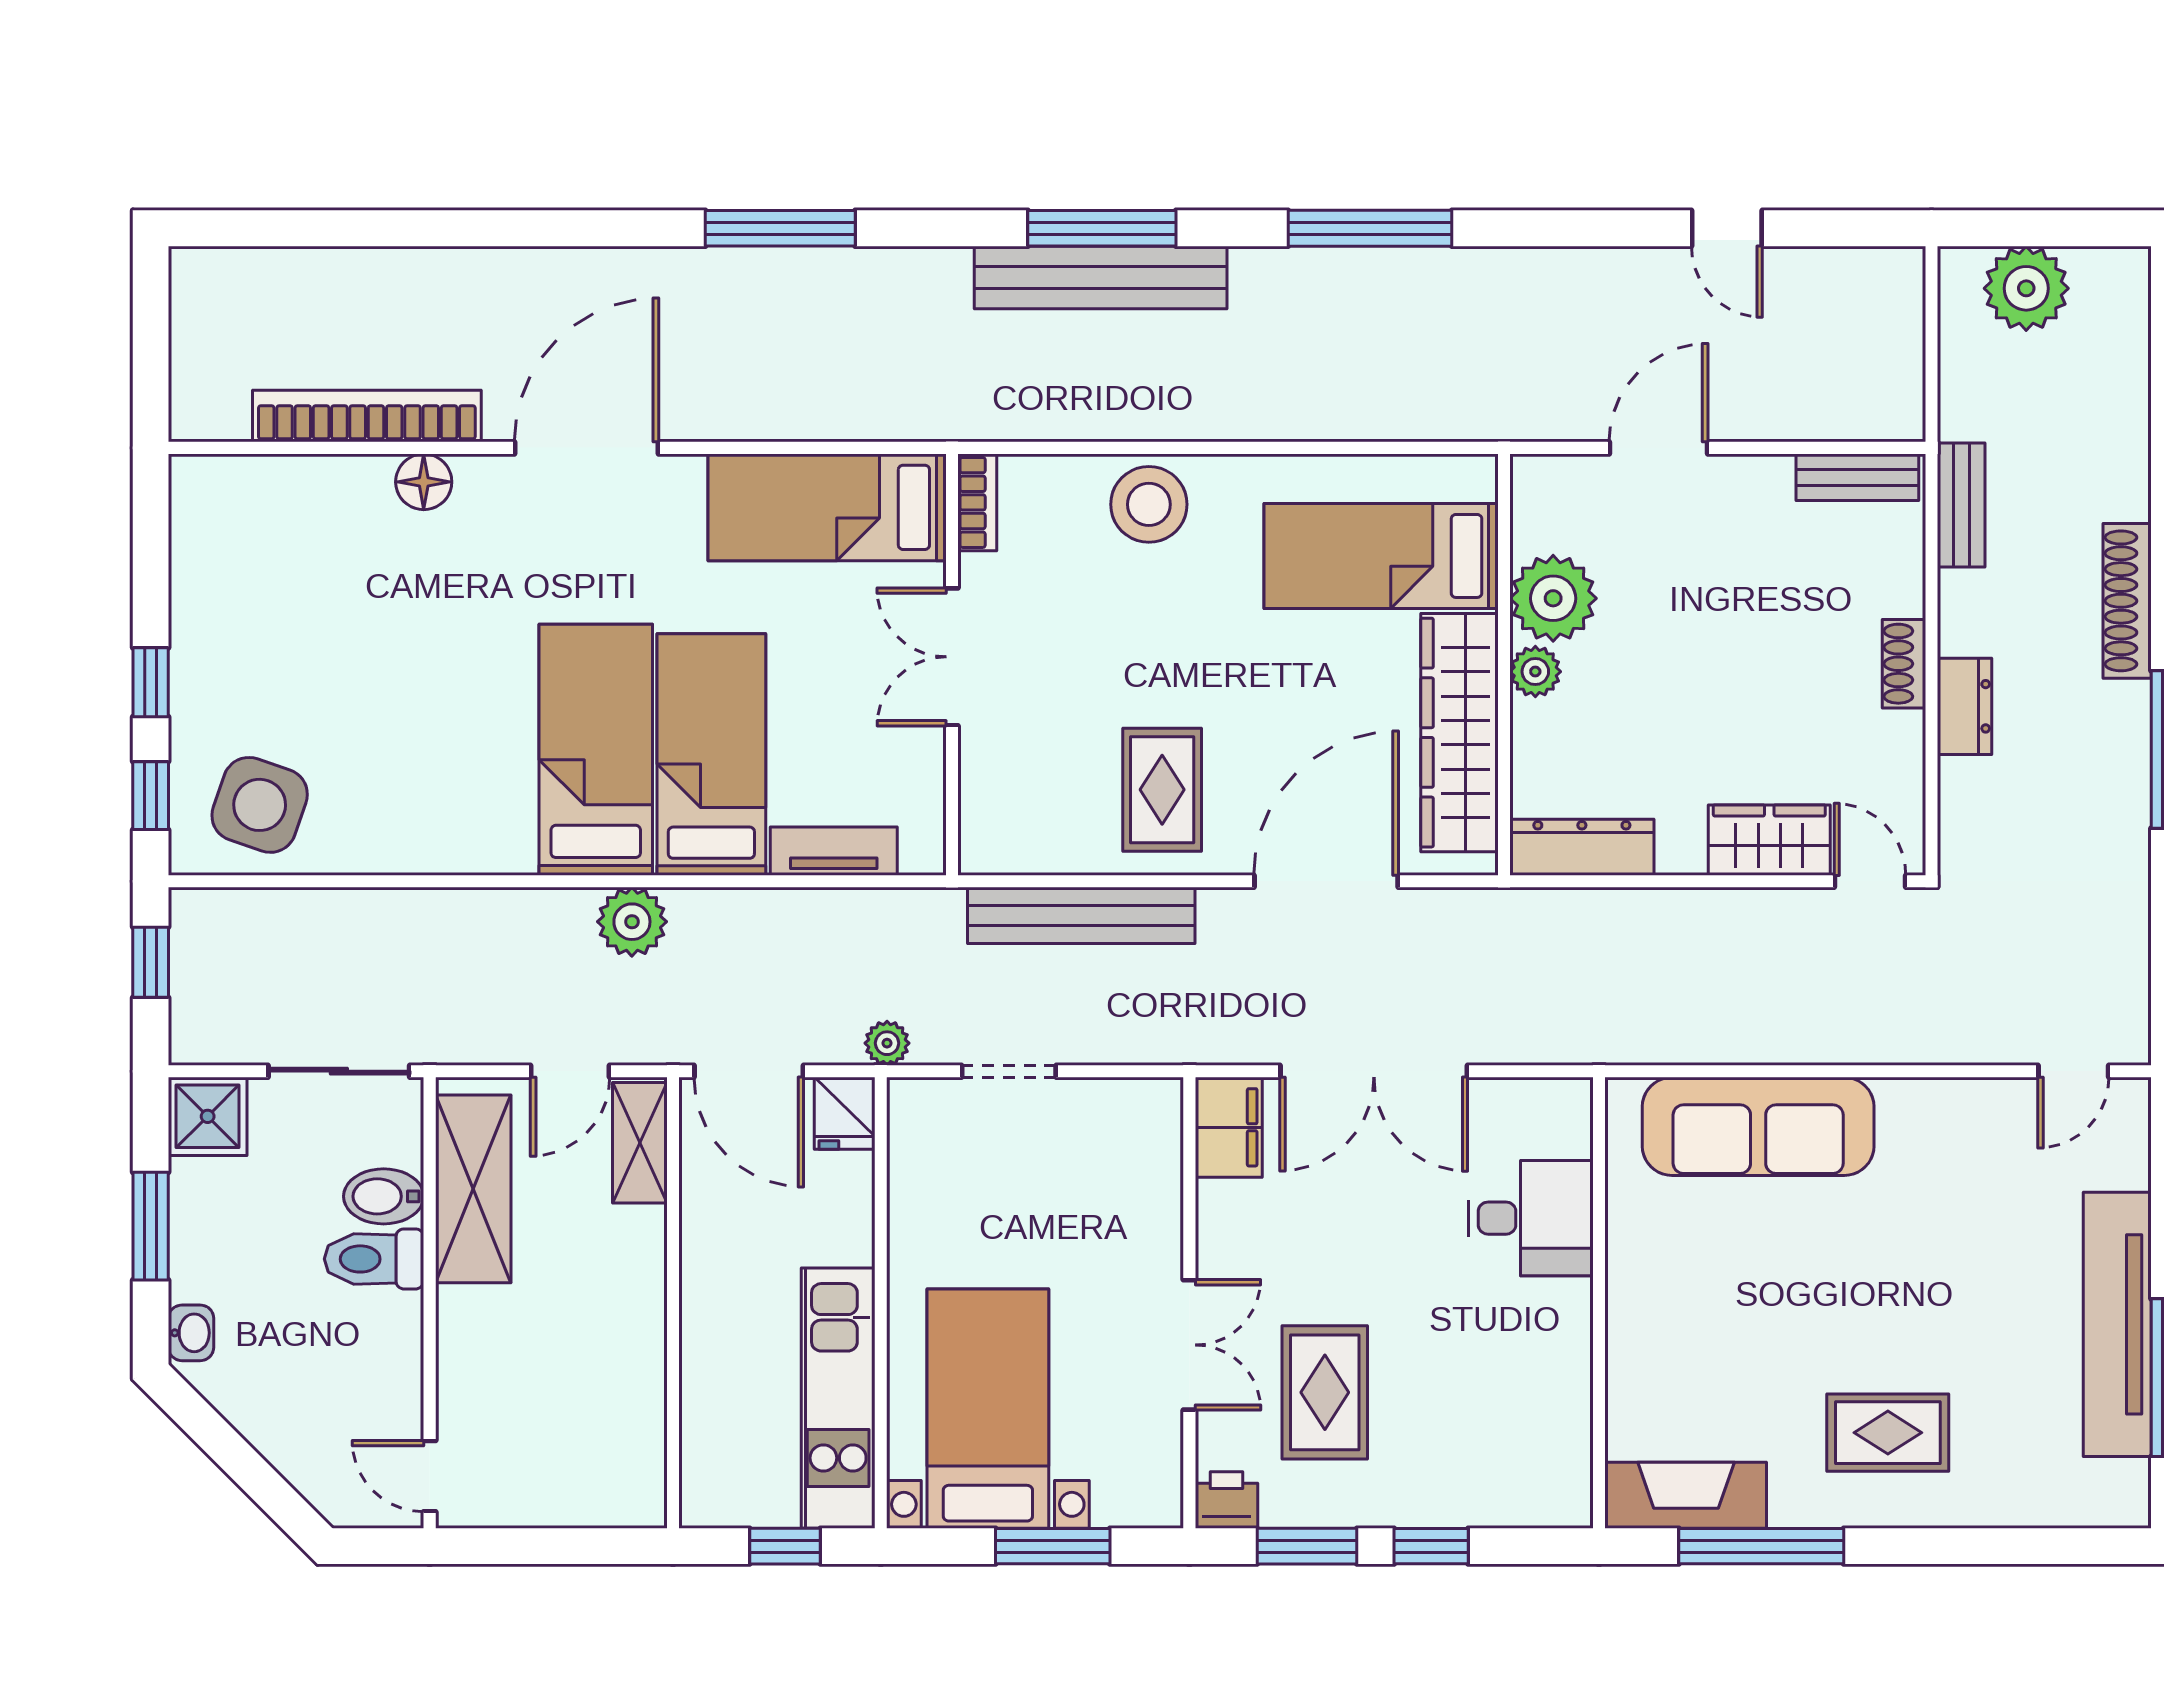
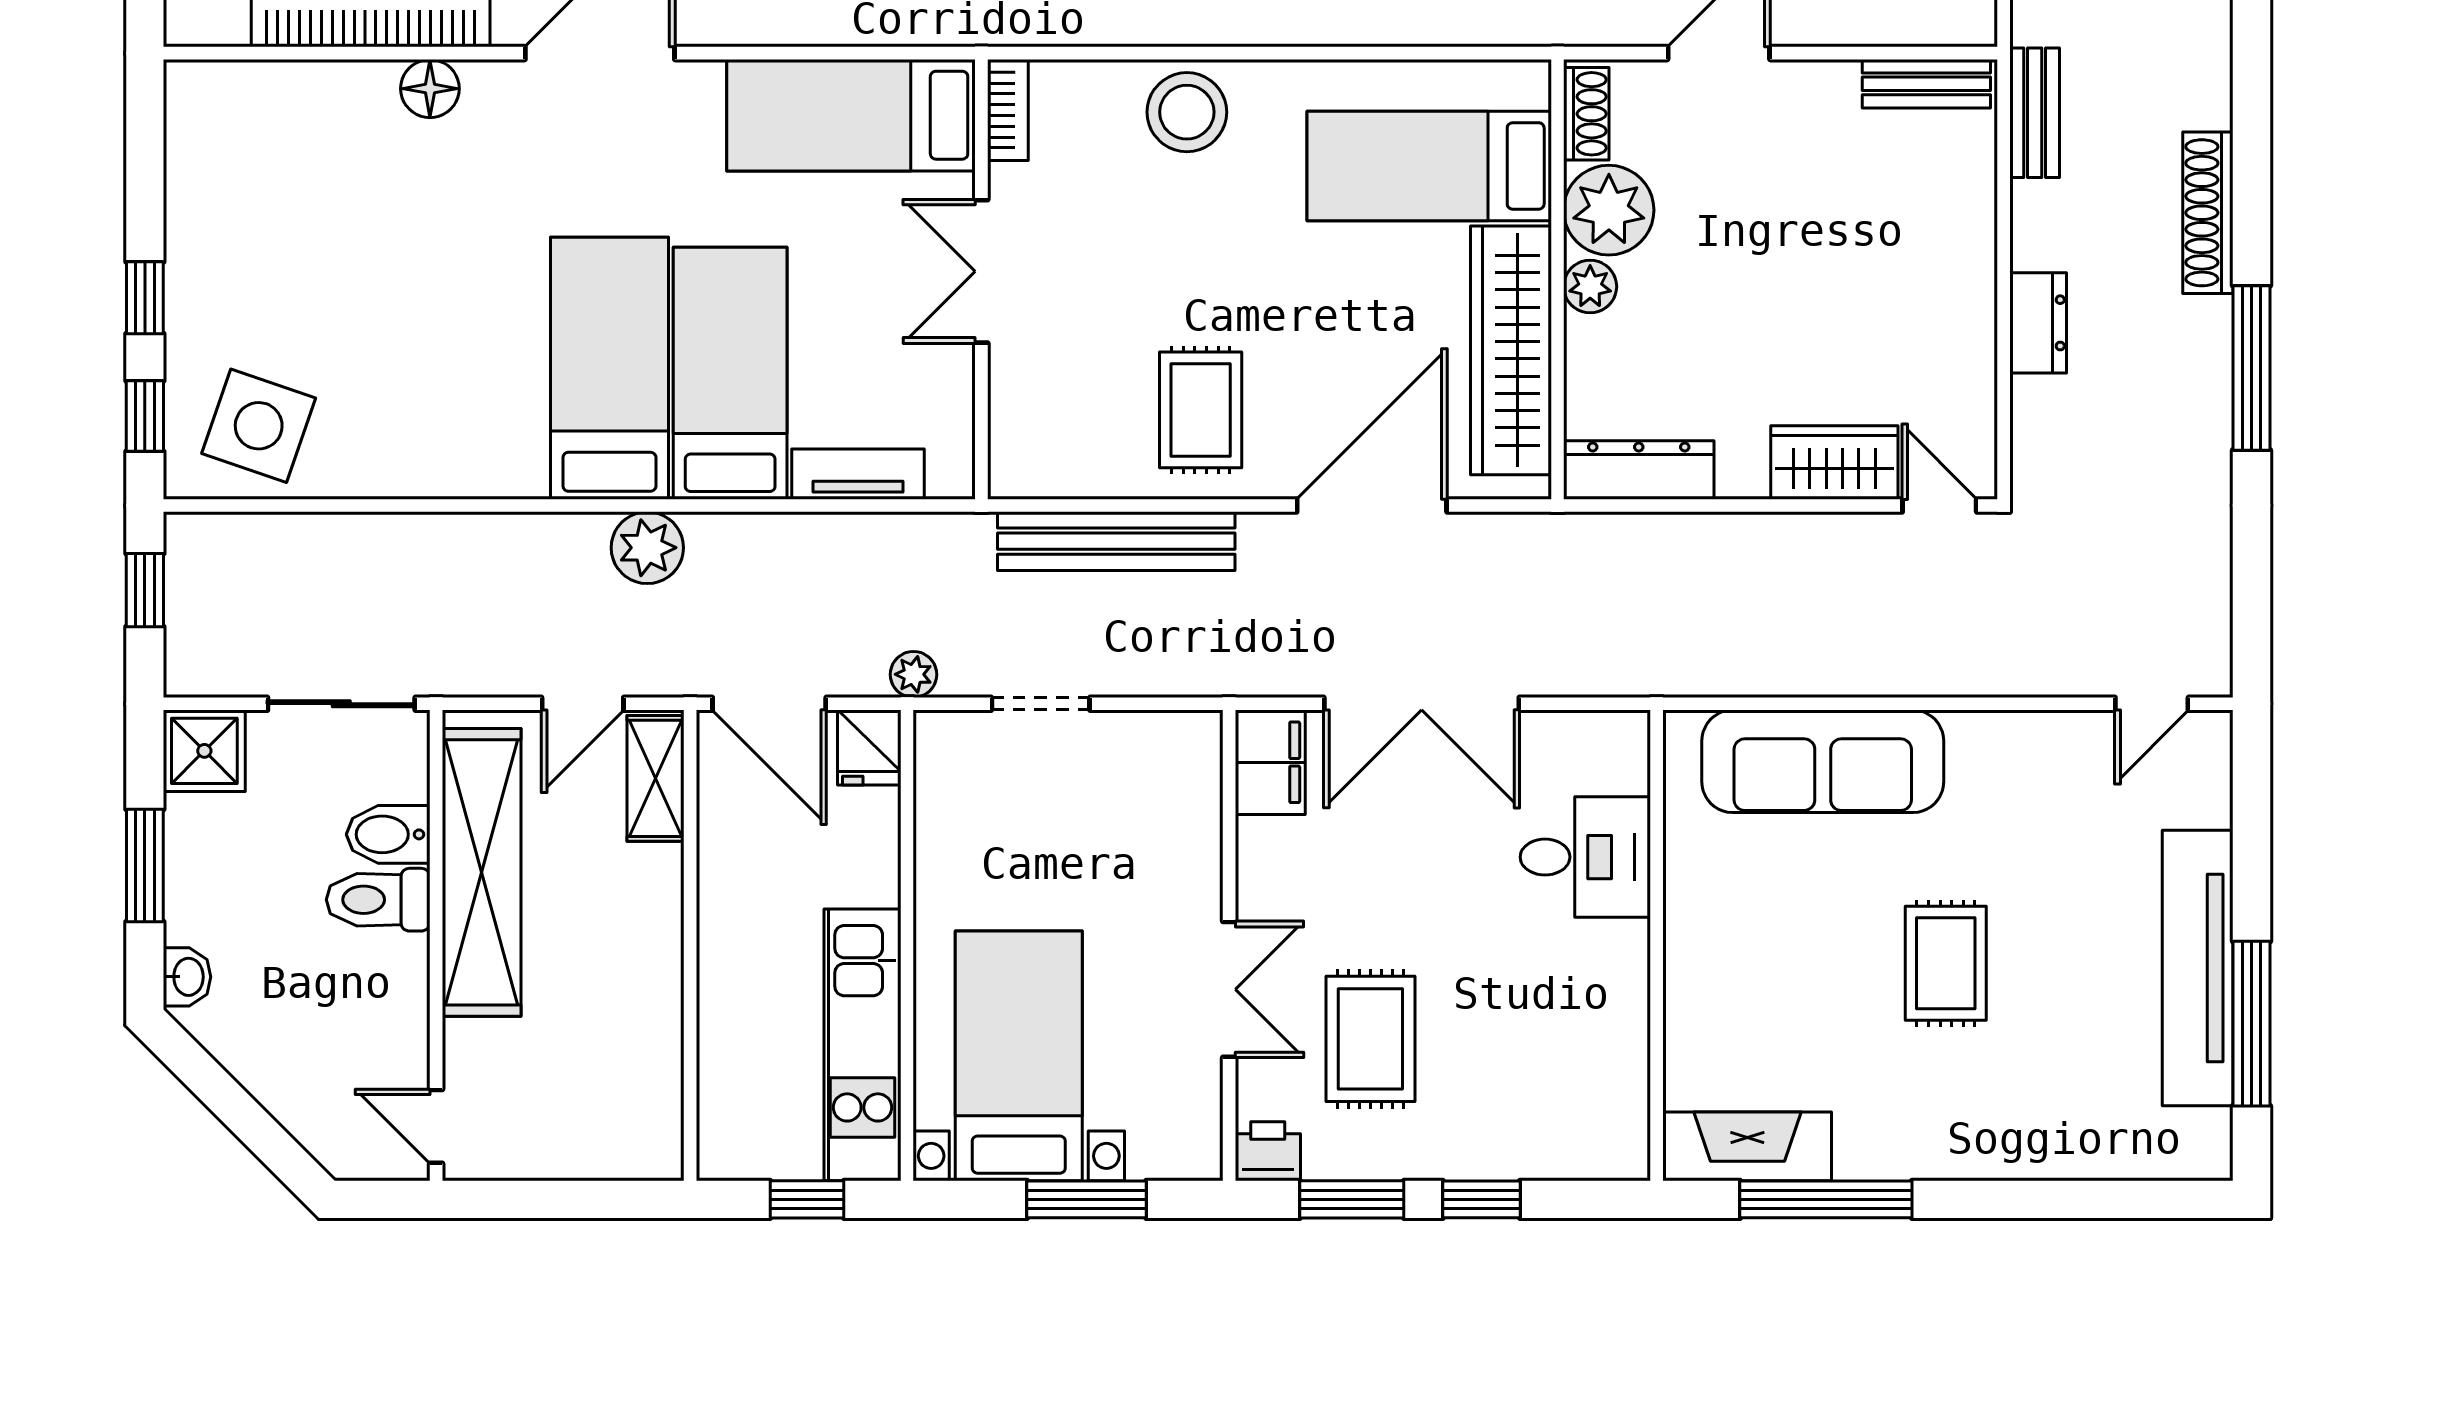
shoe rack: (1904, 664) -> (1586, 114), moved, turned 180
shelving: (473, 1189) -> (482, 872), width x1.47
rug: (1888, 1433) -> (1946, 963), moved, turned 90

